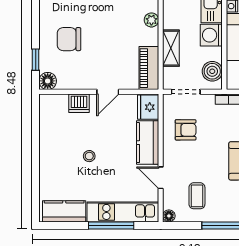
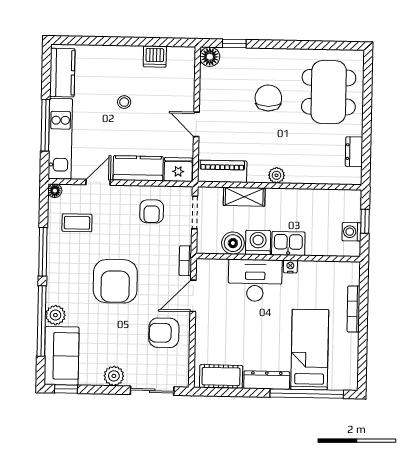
chair: (69, 39) -> (268, 98), moved
boiler: (212, 71) -> (233, 243), moved
dishwasher: (79, 103) -> (155, 56), moved, turned -90

